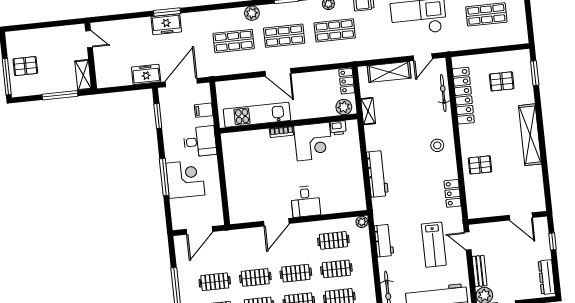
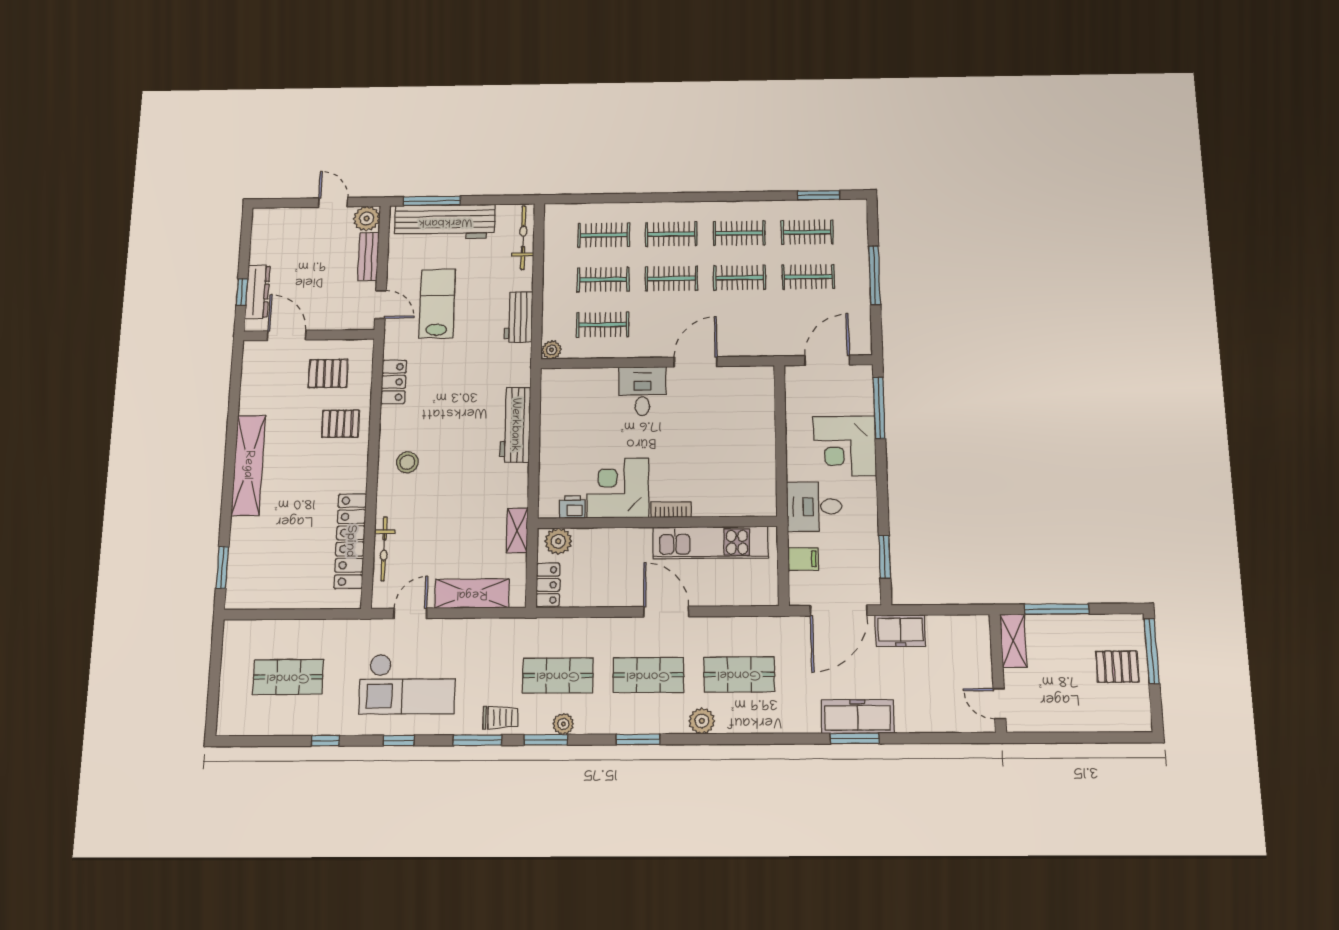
freezer: (166, 24) -> (858, 716), width x1.40
pallet: (502, 81) -> (328, 373), moved
window: (164, 177) -> (879, 408), moved
dresser: (547, 277) -> (257, 292), moved

